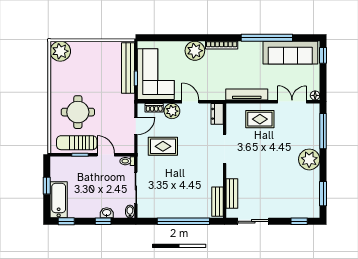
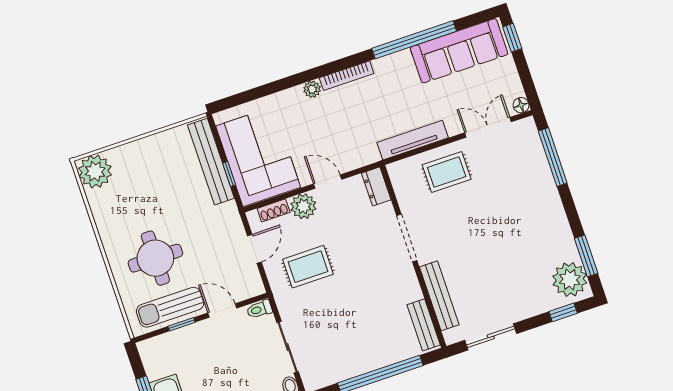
plant: (195, 51) -> (312, 89), width x0.53, depth x0.53
plant: (309, 159) -> (570, 280), moved
bench: (232, 193) -> (439, 296), width x1.36

